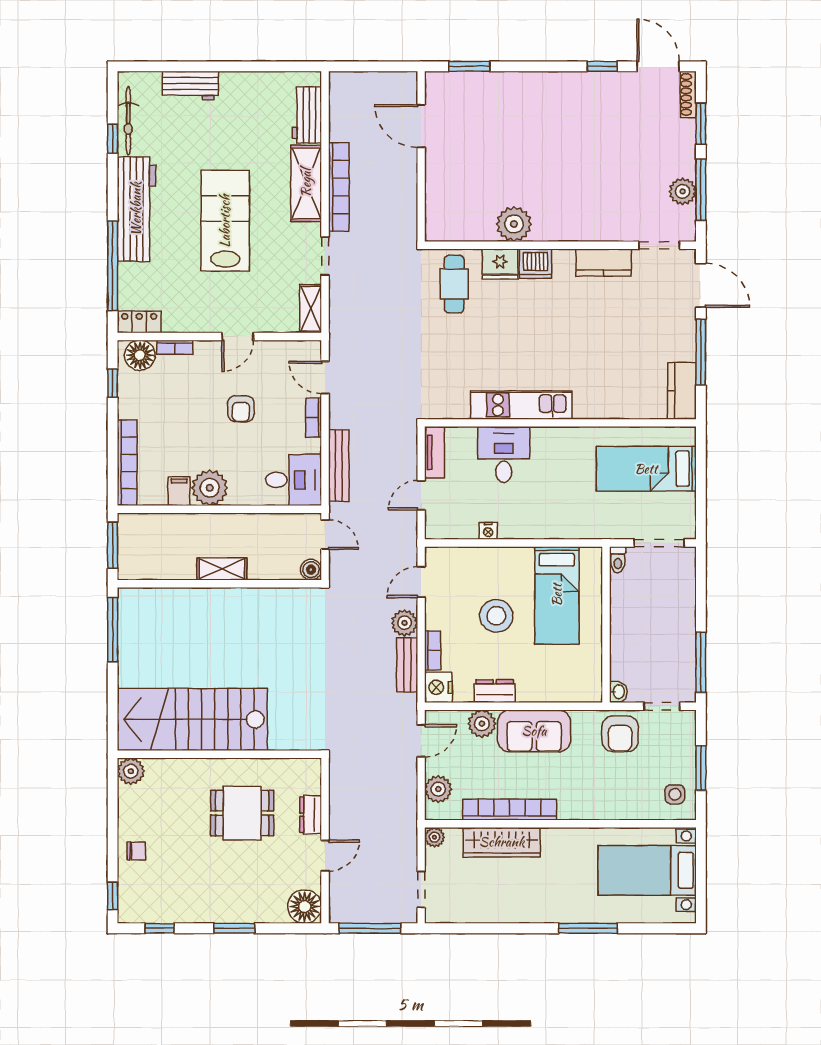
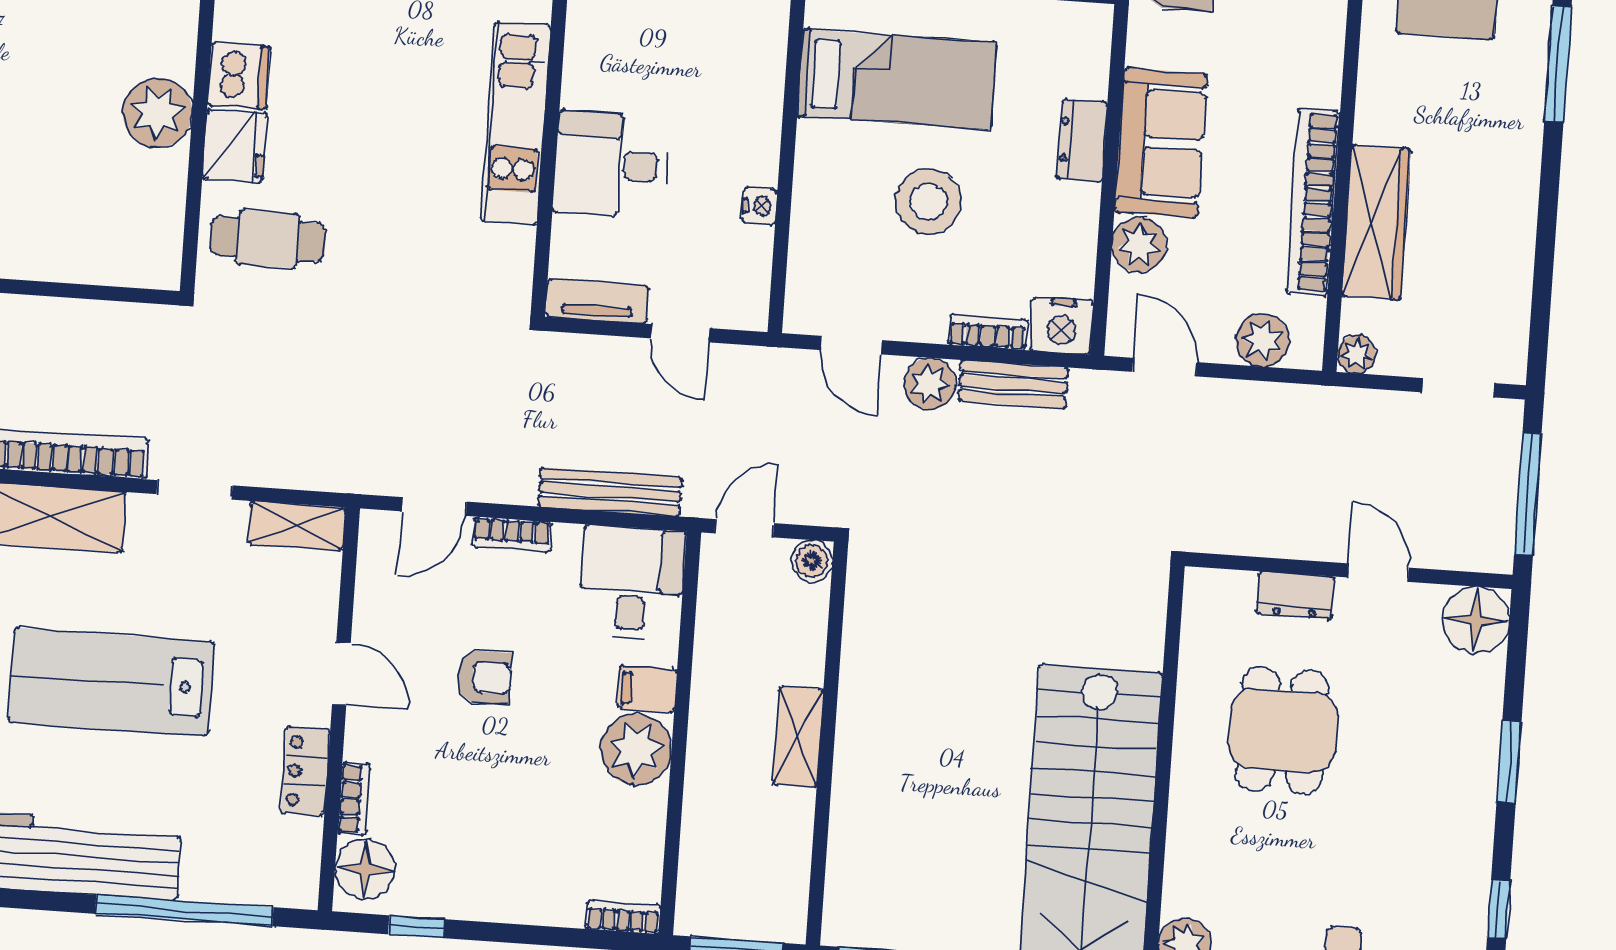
locker: (139, 322) -> (305, 771), moved
bookcase: (127, 463) -> (623, 917), width x0.43, depth x0.76
filing cabinet: (179, 491) -> (647, 689), moved
dresser: (495, 691) -> (1082, 140), moved

